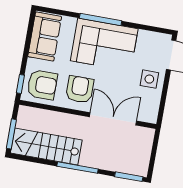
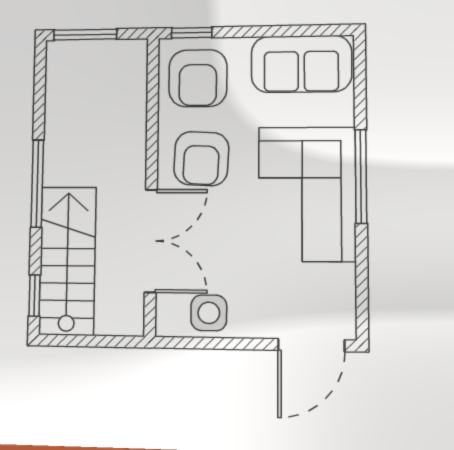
side table: (149, 79) -> (209, 313), moved
armchair: (80, 89) -> (201, 159), turned 93
stairs: (46, 146) -> (68, 261), moved
window: (129, 177) -> (34, 295), width x0.67

